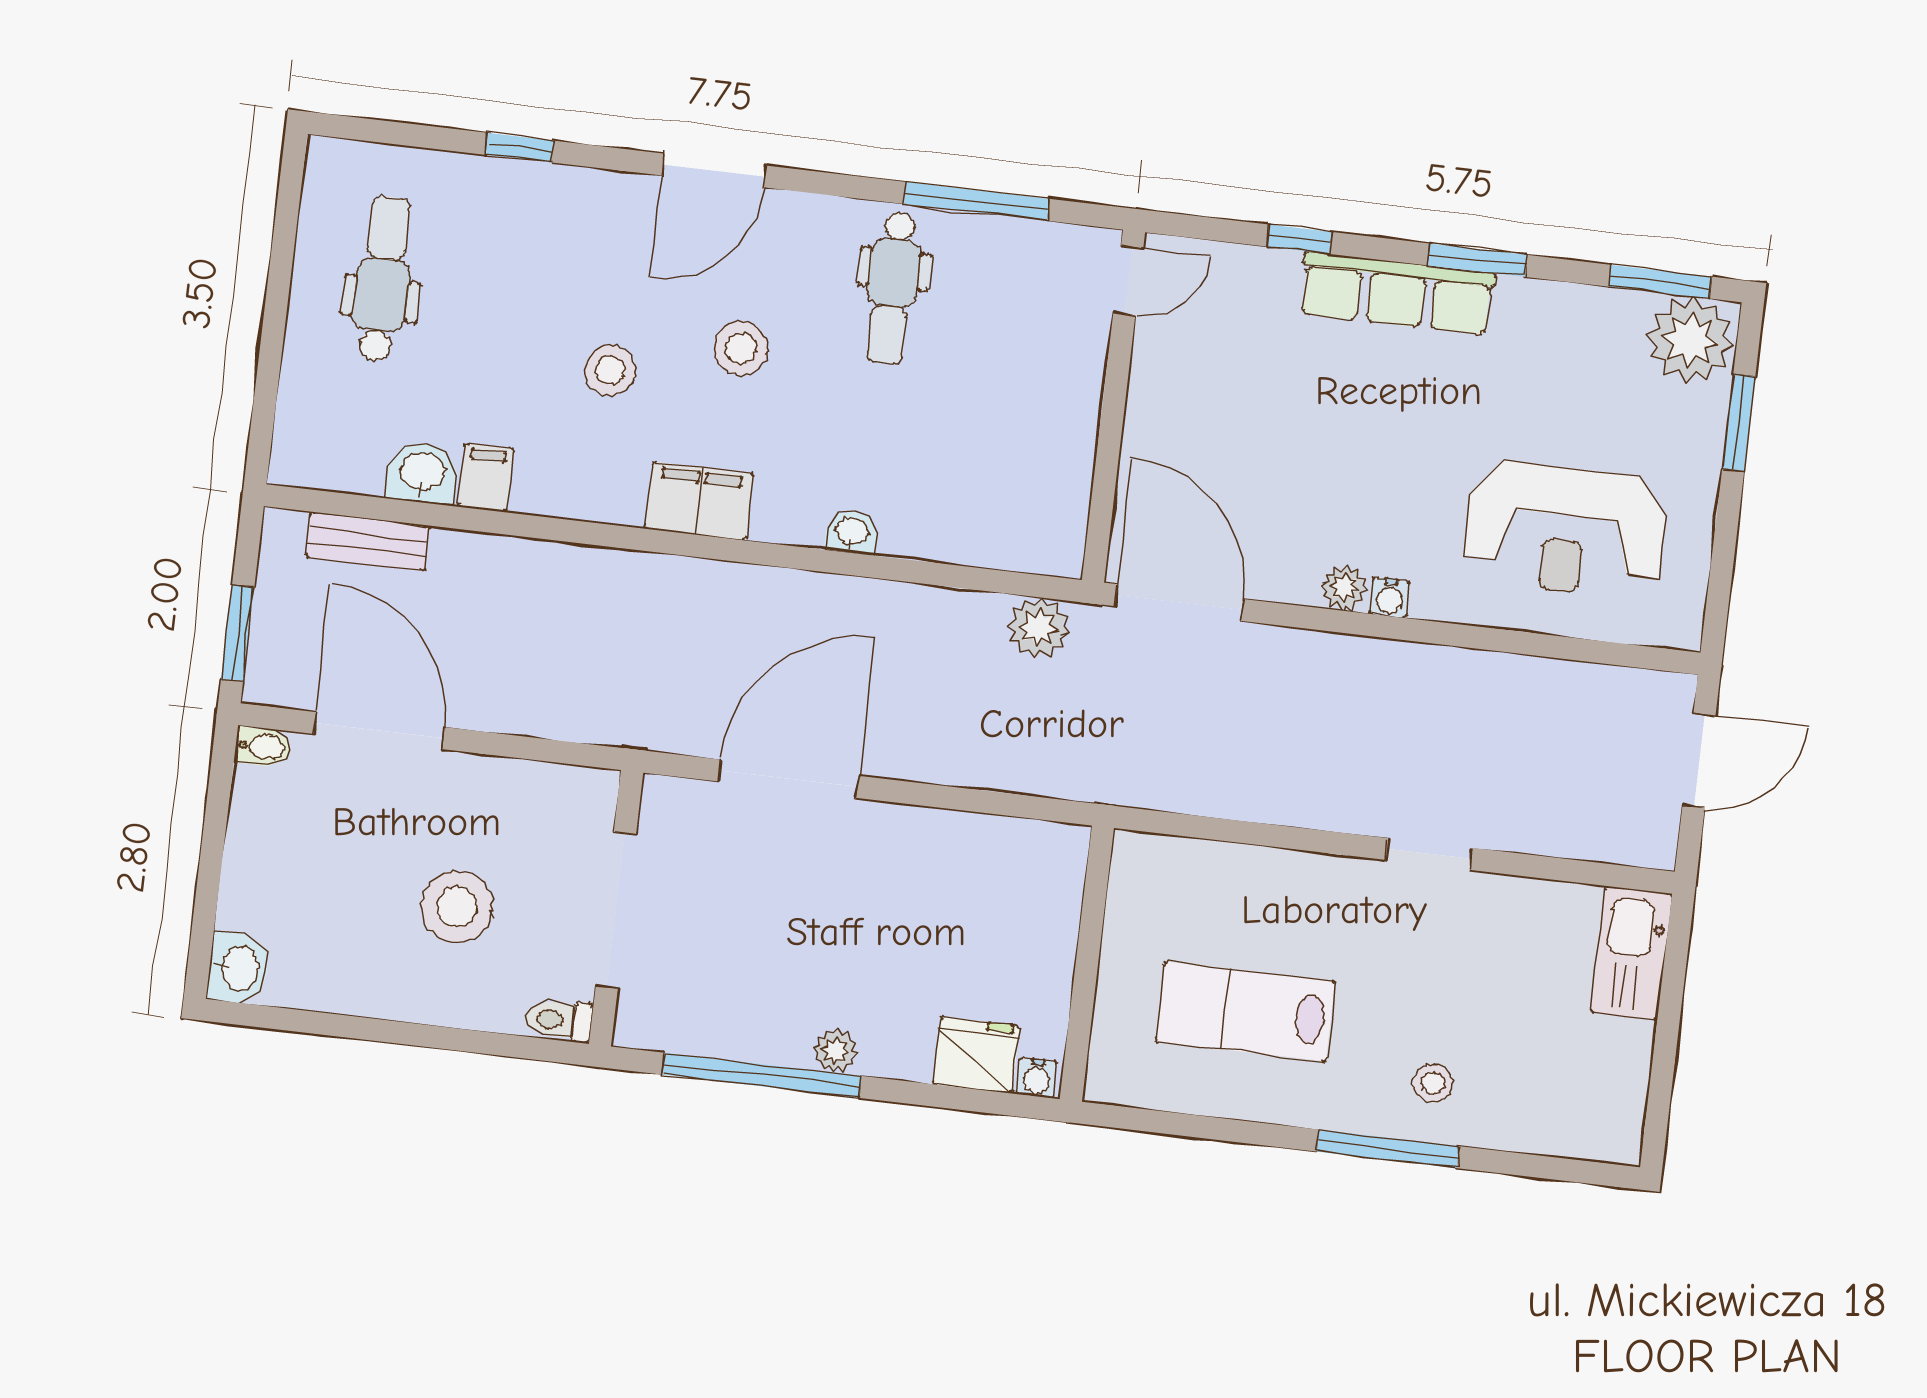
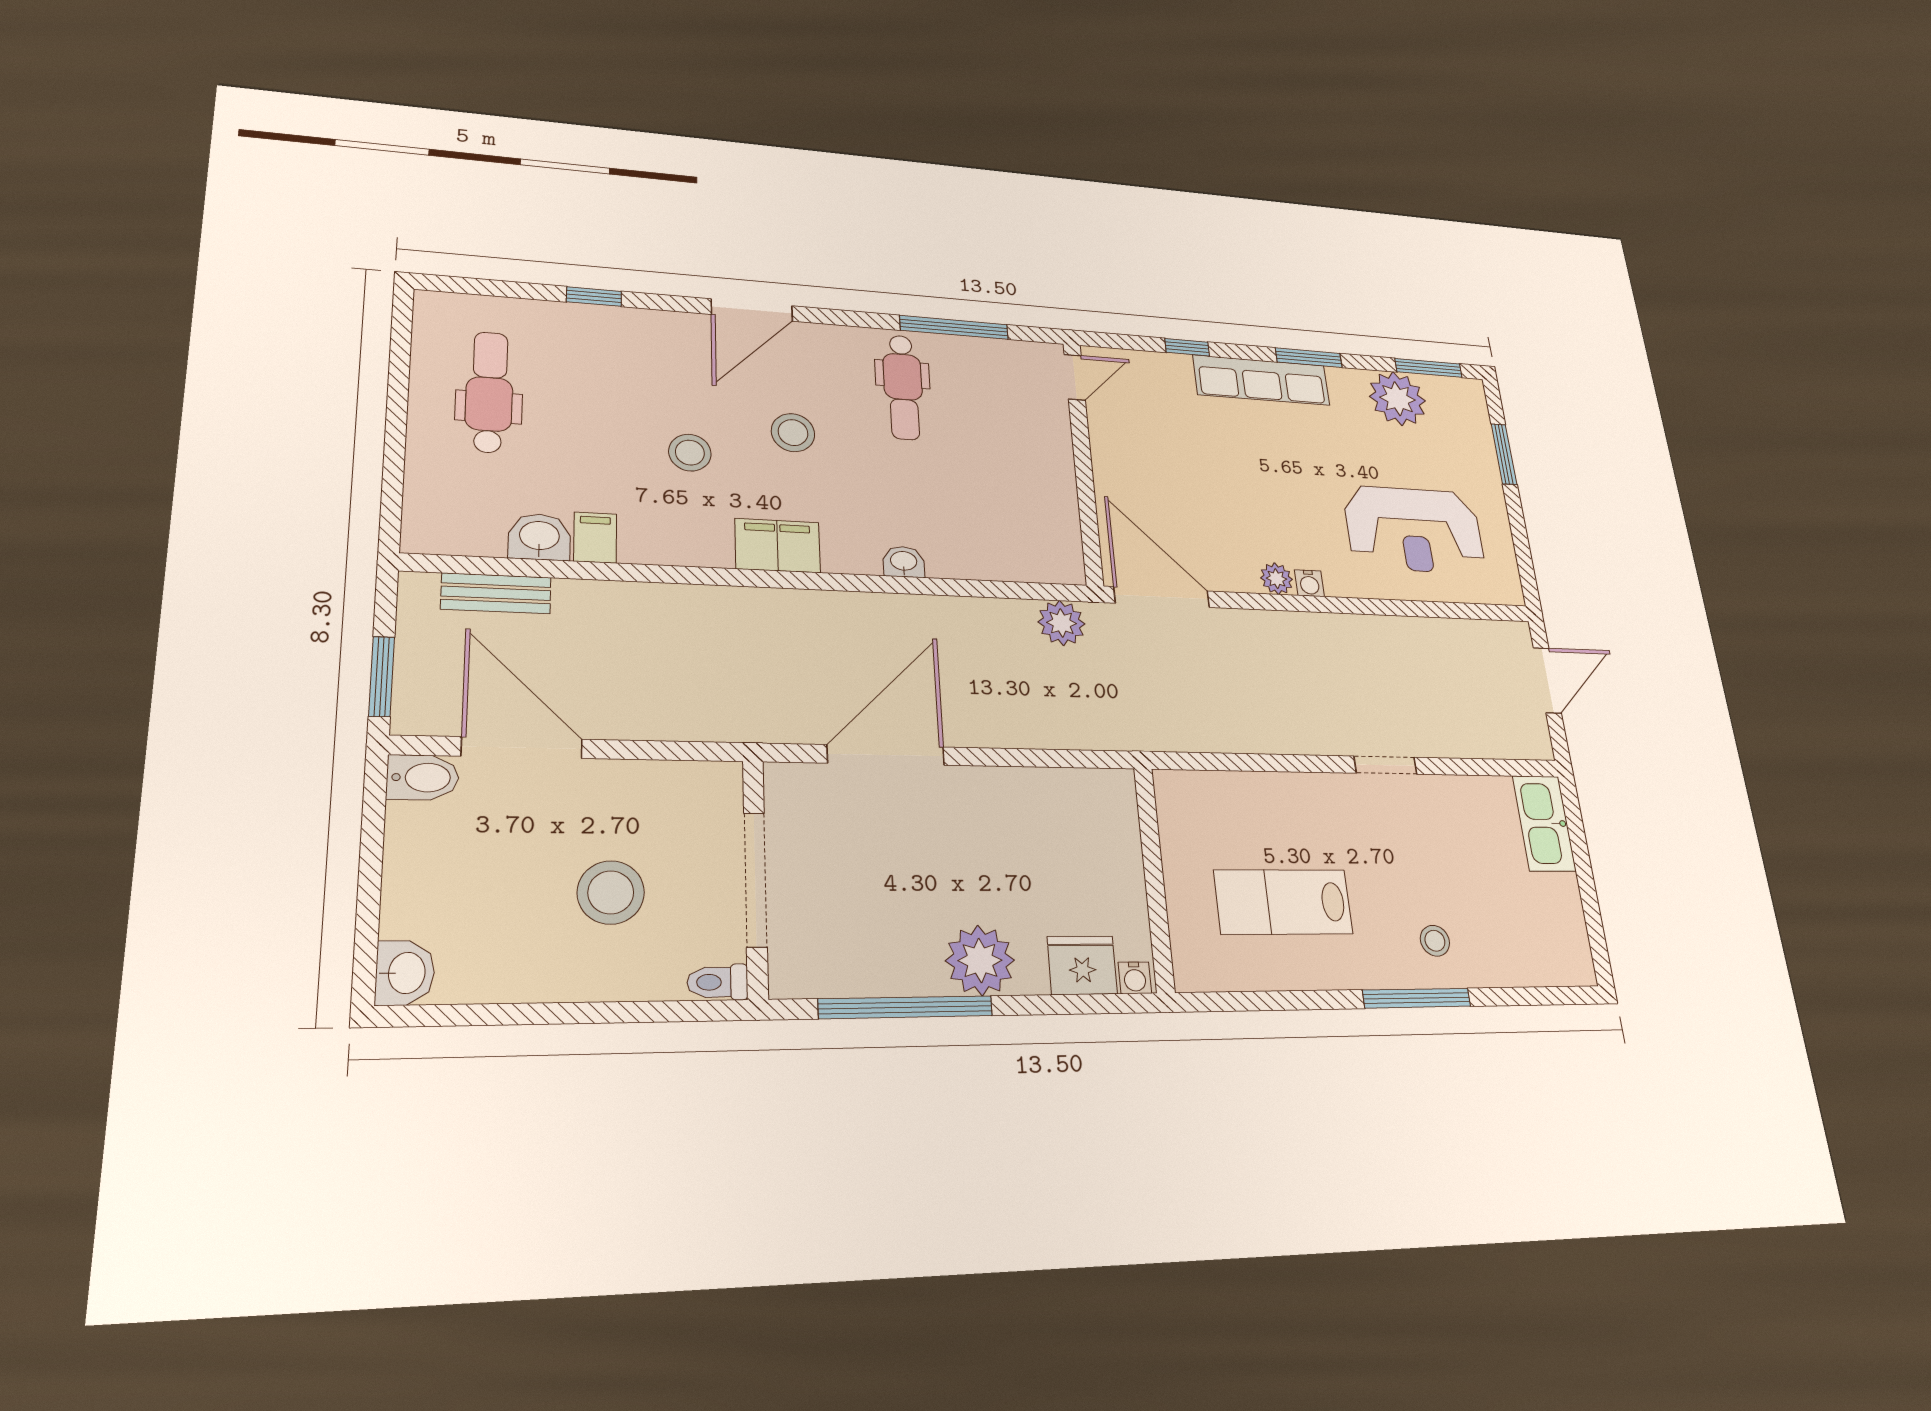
plant: (1690, 340) -> (1397, 399), moved
bidet: (263, 747) -> (423, 778), width x1.38, depth x1.36
plant: (835, 1051) -> (980, 960), width x1.87, depth x1.87

